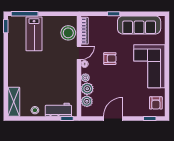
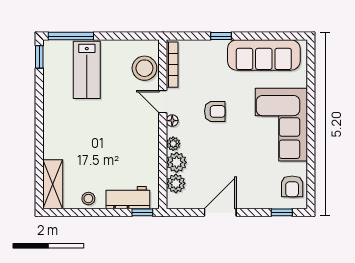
door: (79, 53) -> (163, 102), swing flipped

